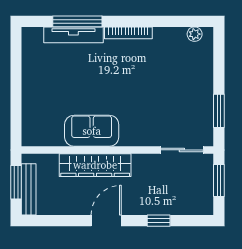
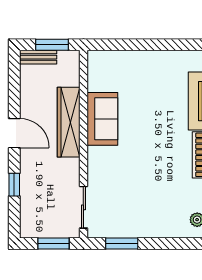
bench: (29, 189) -> (38, 57), width x0.73

